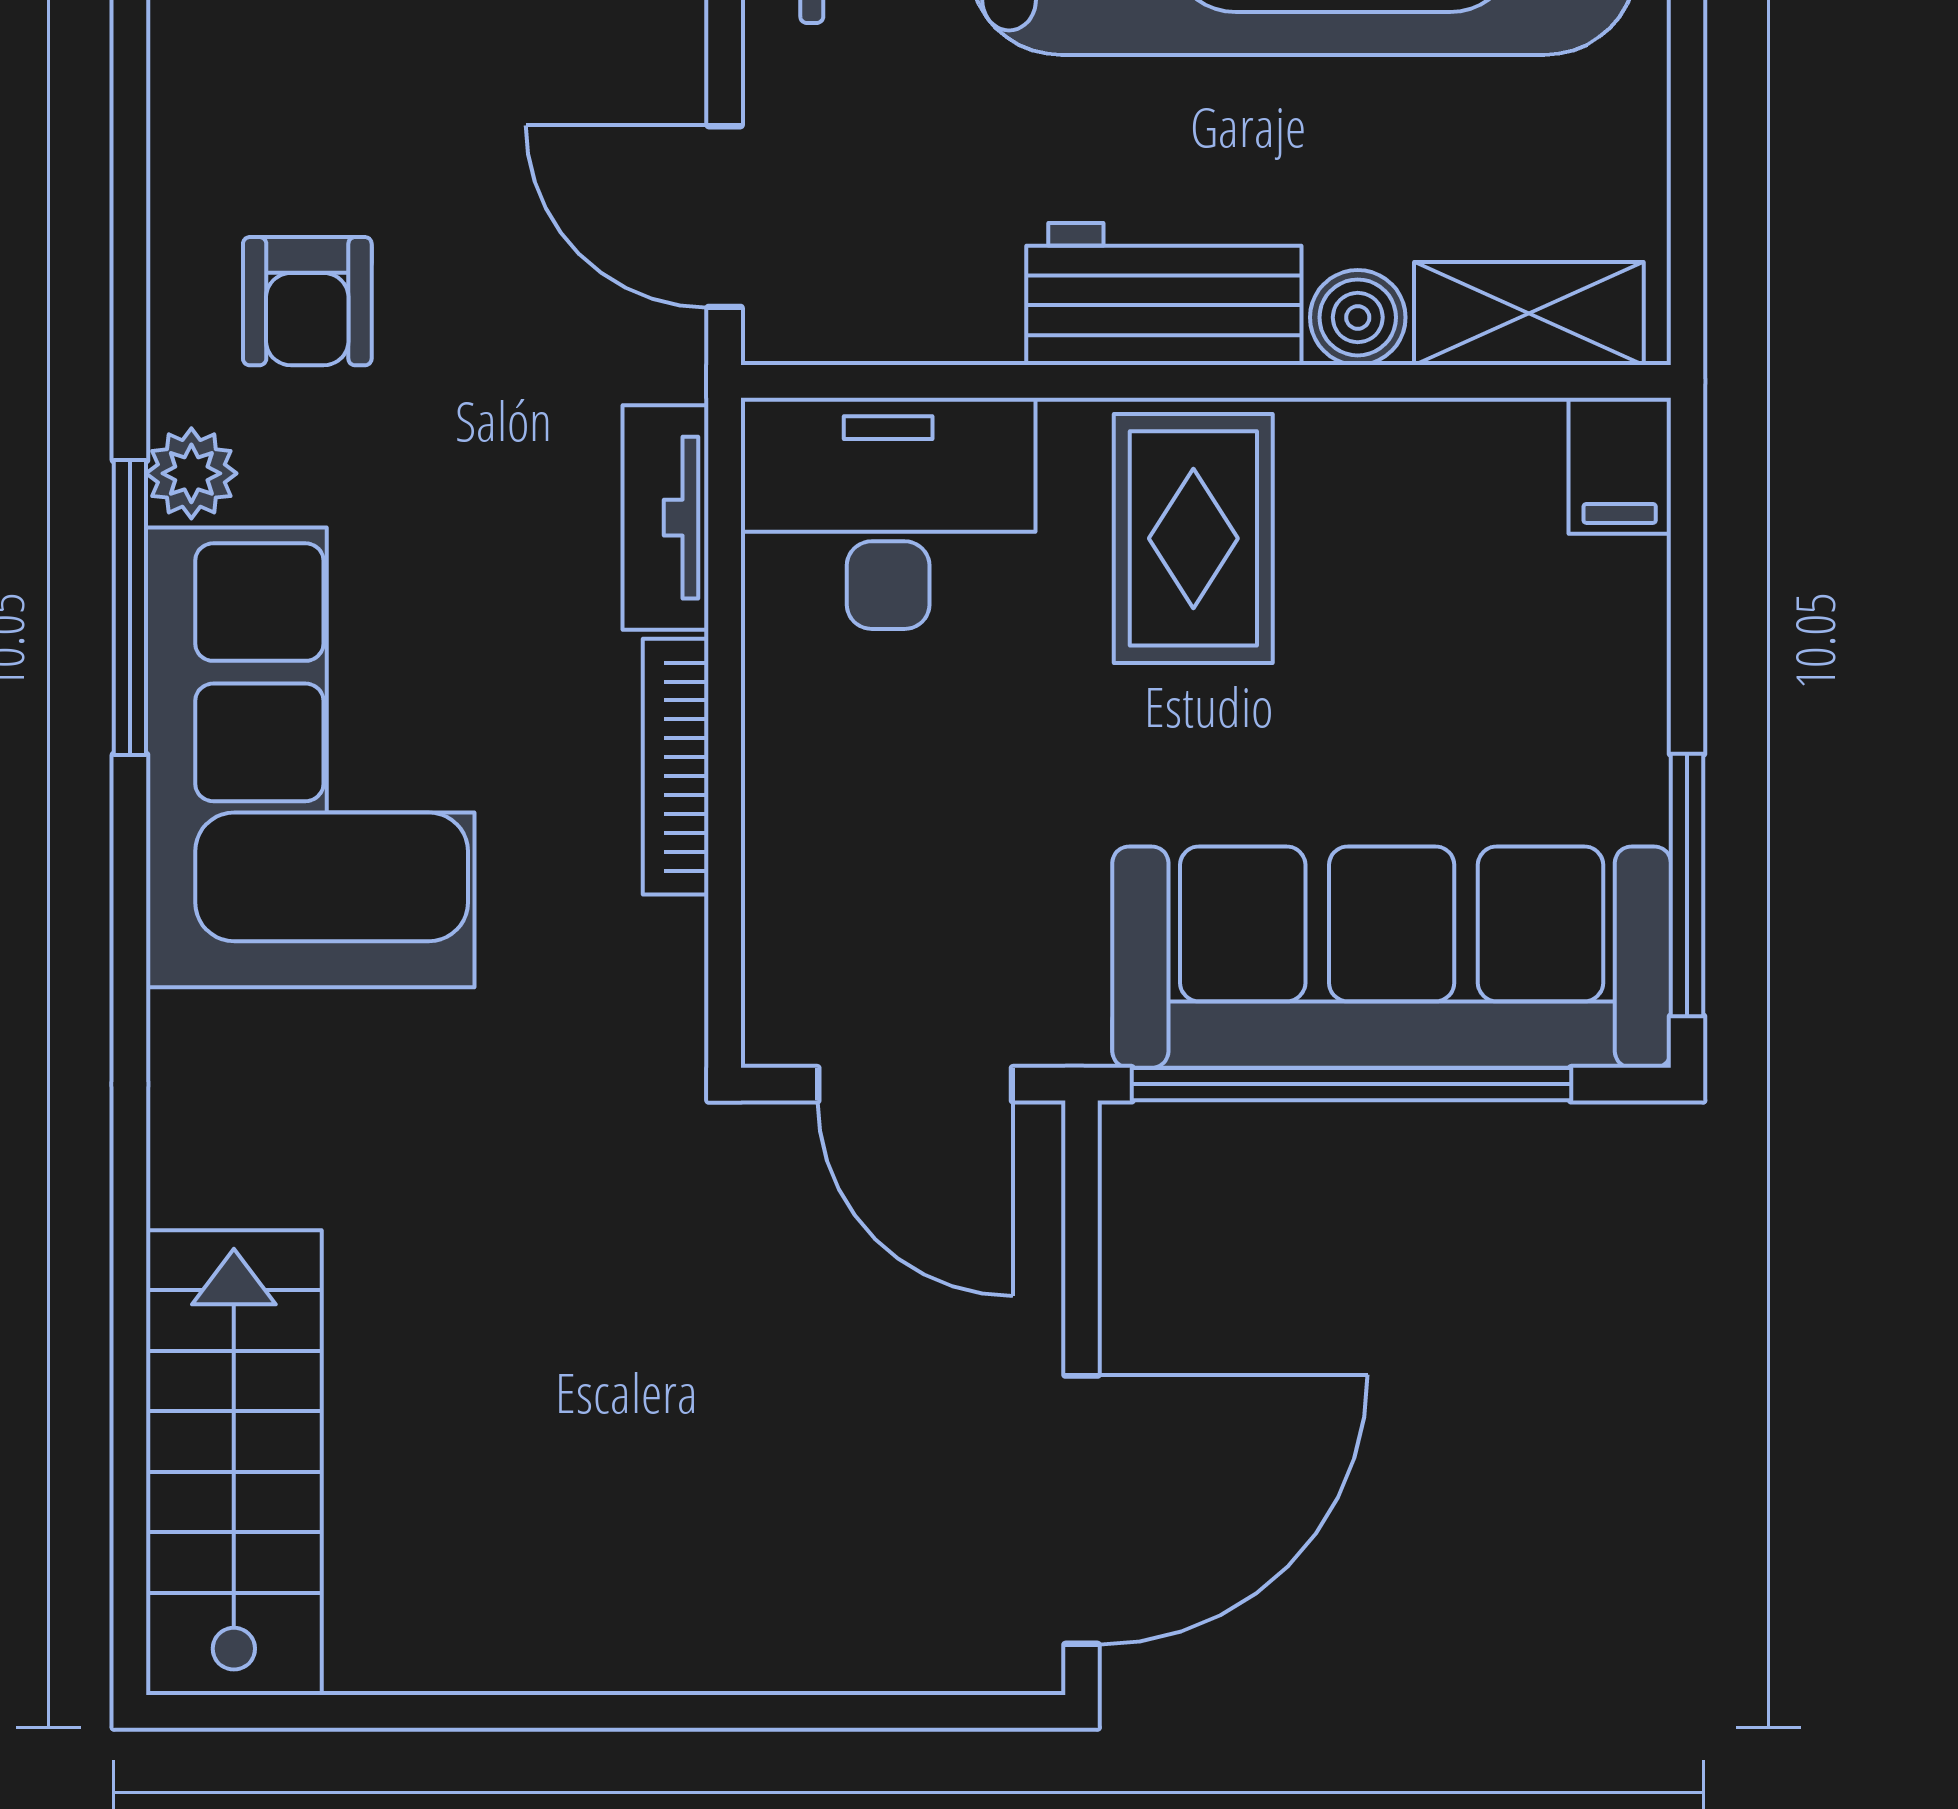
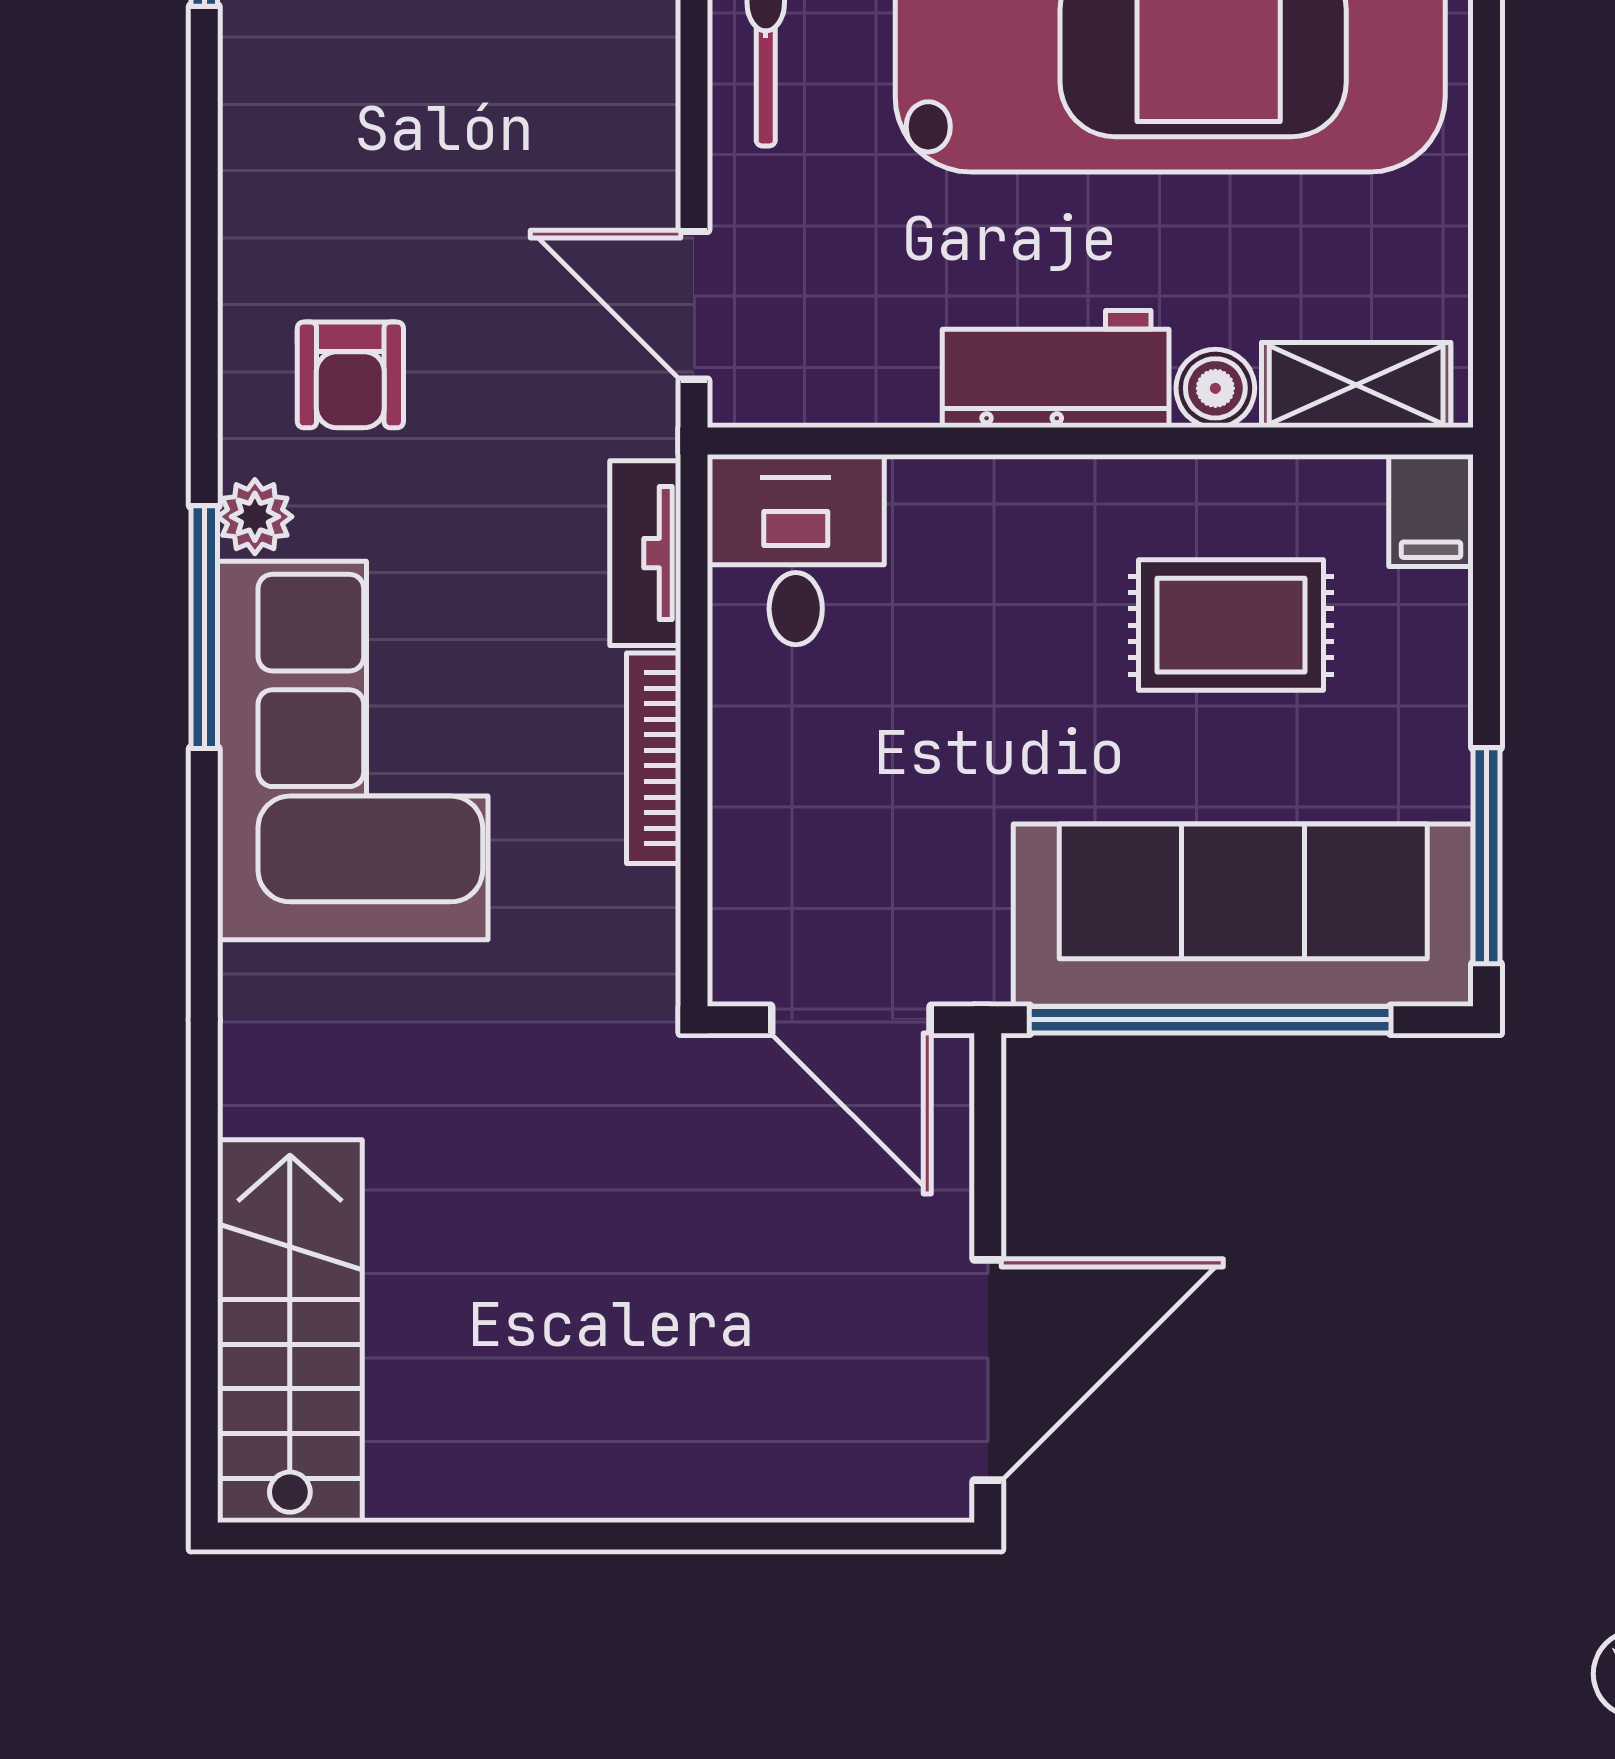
desk: (888, 513) -> (796, 550), width x0.73
rug: (1193, 538) -> (1231, 625), moved, turned 90

